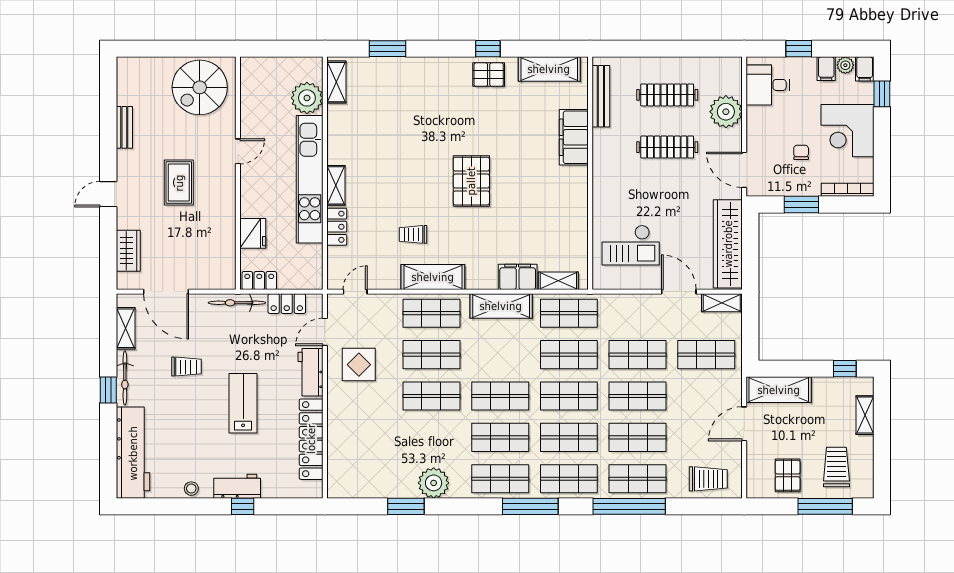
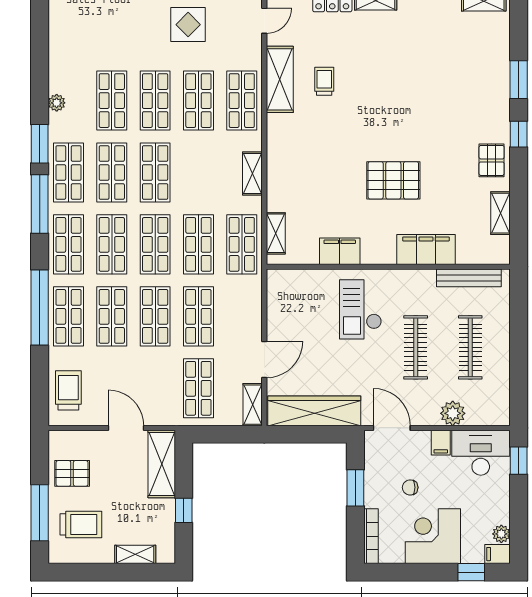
window: (388, 49) -> (519, 80), moved
window: (488, 49) -> (519, 134), moved
window: (799, 49) -> (519, 461), moved
shelving: (549, 69) -> (501, 213), width x0.67, depth x0.75
filing cabinet: (826, 69) -> (441, 443), moved, turned -90
desk: (768, 85) -> (481, 453), width x1.37
plant: (726, 112) -> (453, 413), width x0.73, depth x0.73
chair: (801, 152) -> (410, 487), turned 180
door: (744, 170) -> (392, 428), hinge flipped
pallet: (471, 181) -> (393, 180), moved
checkout: (631, 245) -> (360, 309), moved
shelving: (433, 277) -> (280, 79), moved
filing cabinet: (518, 277) -> (340, 251), moved, turned -90
door: (355, 292) -> (264, 21), hinge flipped
shelving: (501, 306) -> (252, 174), width x0.67, depth x0.75
window: (845, 369) -> (184, 510), moved
shop shelf: (431, 437) -> (112, 101), added
trolley: (708, 479) -> (68, 390), turned 180
plant: (434, 483) -> (57, 103), width x0.53, depth x0.53
window: (406, 506) -> (40, 144), moved

